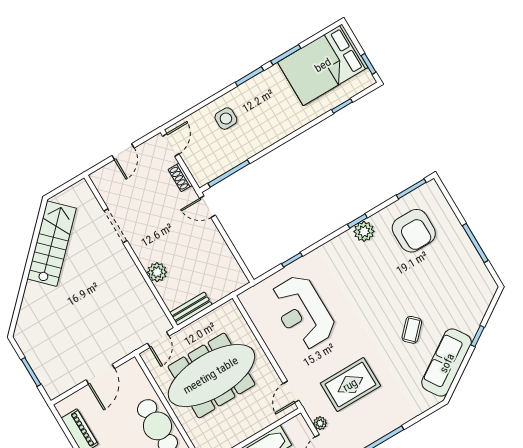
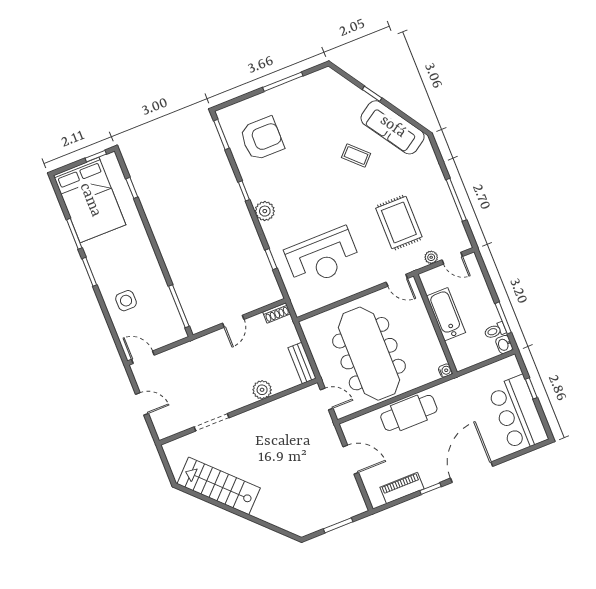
shoe rack: (180, 177) -> (277, 313), moved
door: (208, 207) -> (233, 321), moved
plant: (364, 231) -> (265, 211), moved

